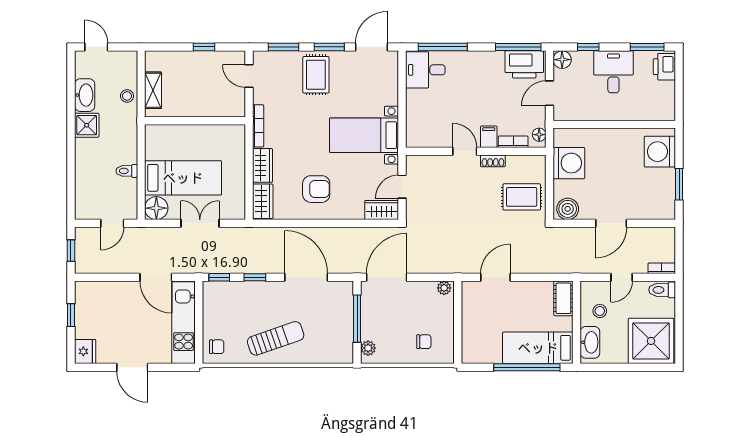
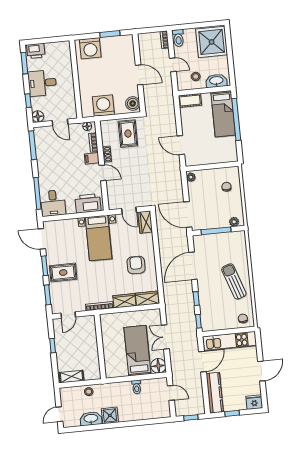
printer: (524, 64) -> (88, 203), moved, turned -90
shelving: (153, 90) -> (72, 377), moved
door: (465, 151) -> (103, 173), swing flipped
kitchen counter: (106, 291) -> (215, 393), added

